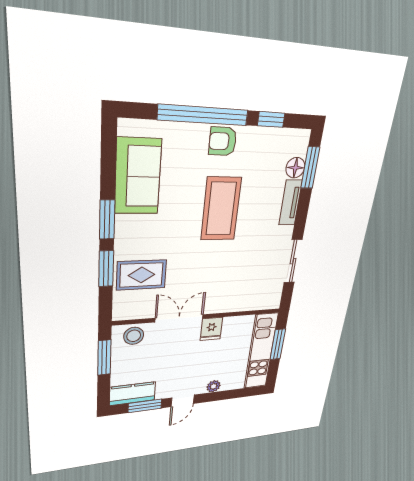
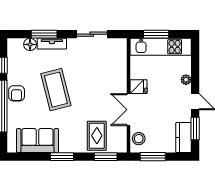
window: (310, 168) -> (44, 34), moved
coffee table: (221, 209) -> (56, 90), turned 76
window: (106, 269) -> (106, 157), moved

